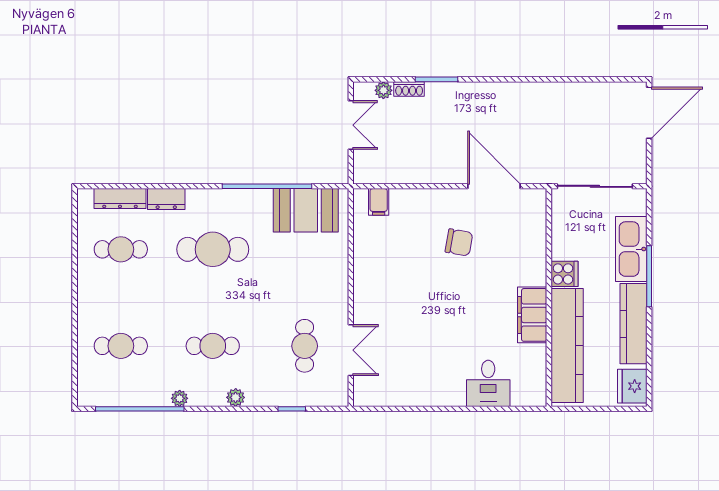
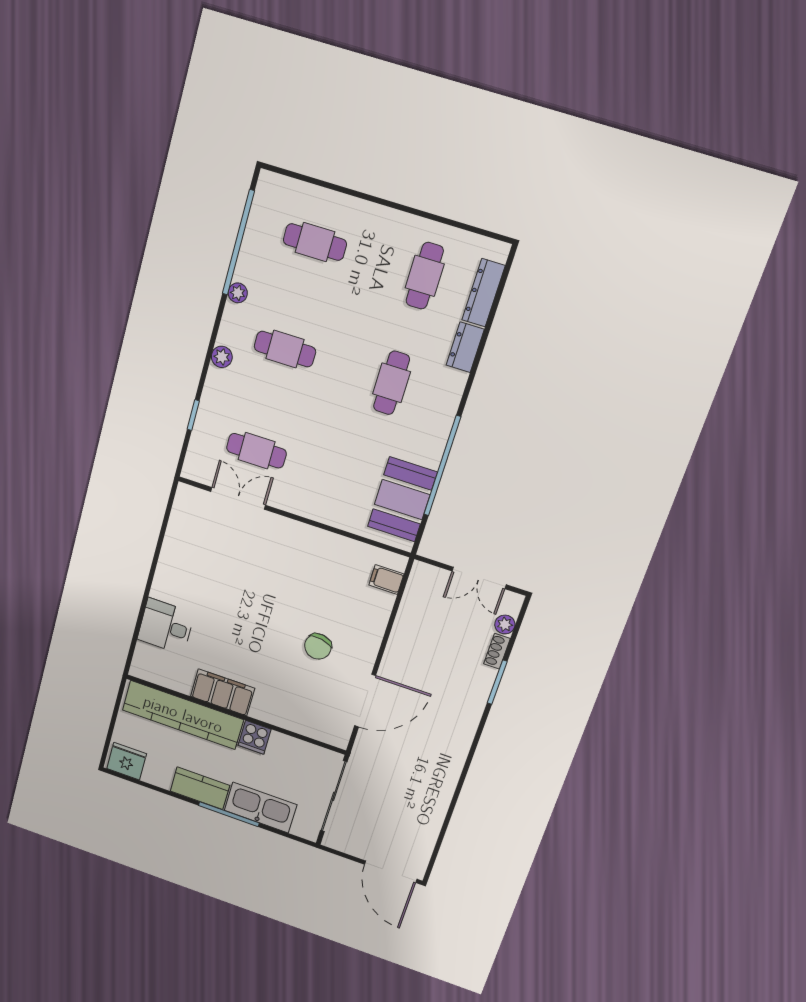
cafe table: (213, 249) -> (392, 383), width x0.73, depth x0.74
kitchen counter: (633, 324) -> (200, 788), width x0.67
cafe table: (121, 346) -> (315, 242), turned 90
cafe table: (213, 346) -> (285, 349), turned 90
double door: (351, 350) -> (238, 498), swing flipped

